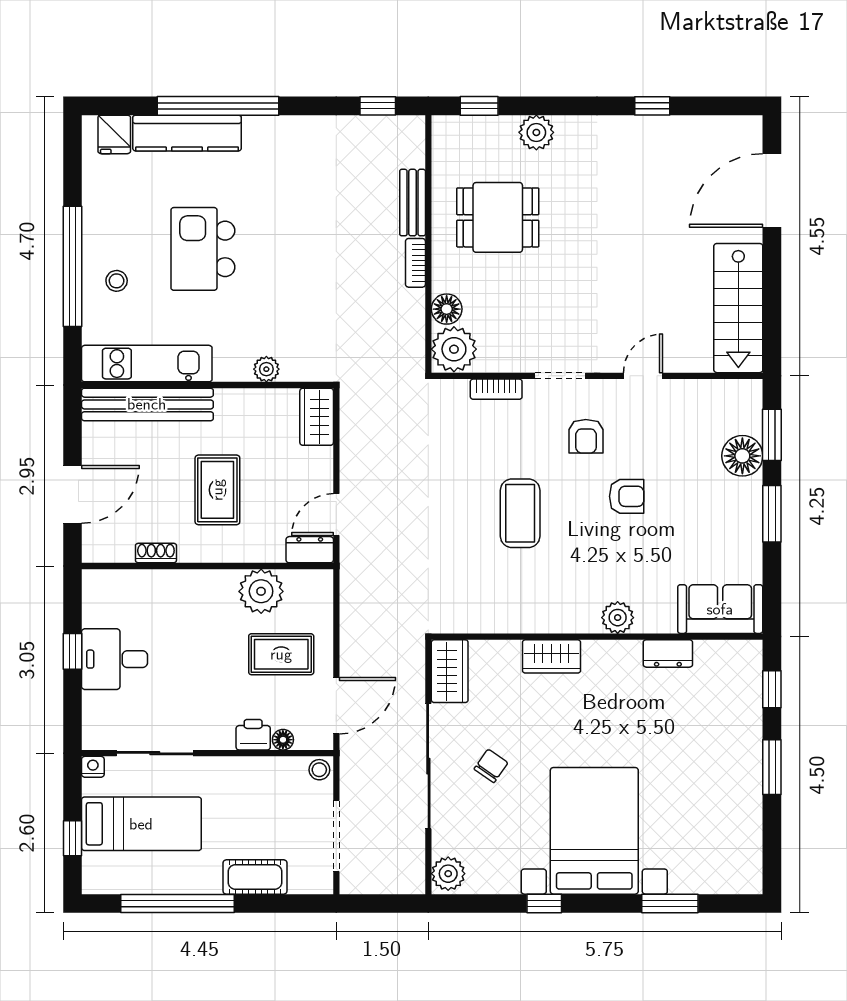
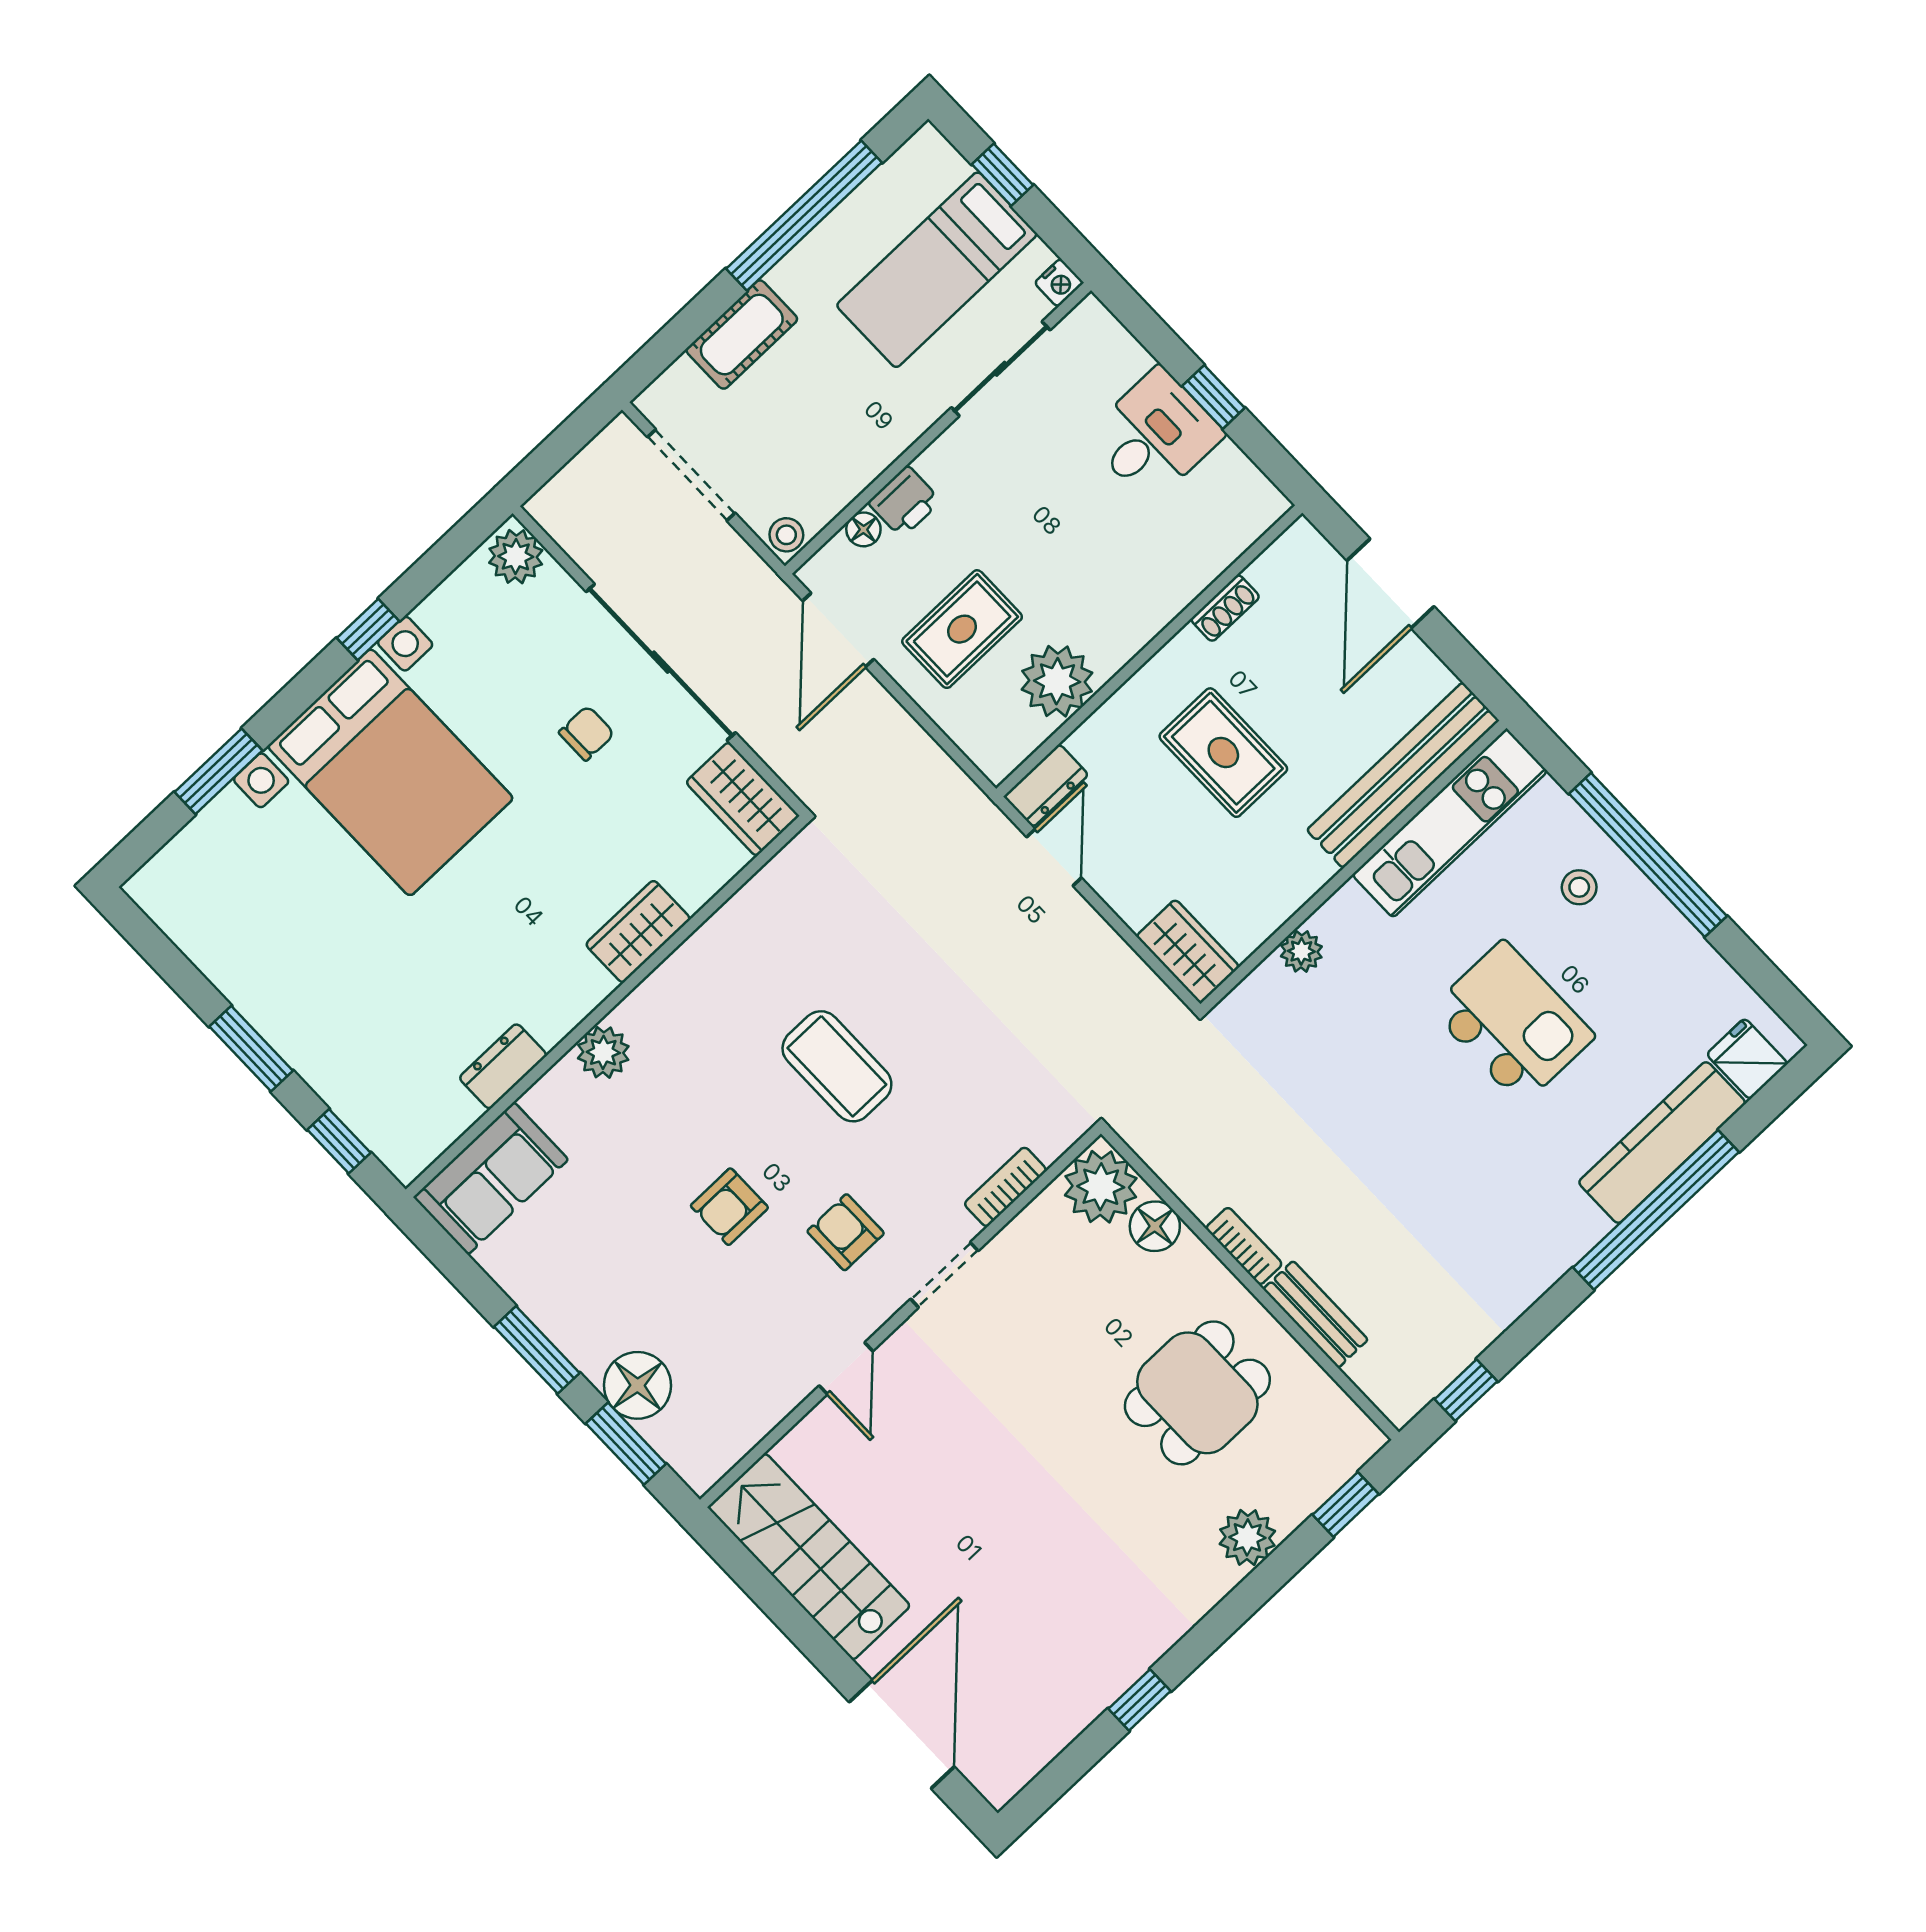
chair: (491, 766) -> (587, 733), turned -125

